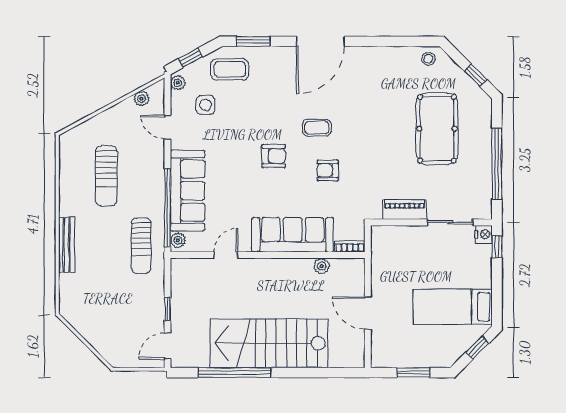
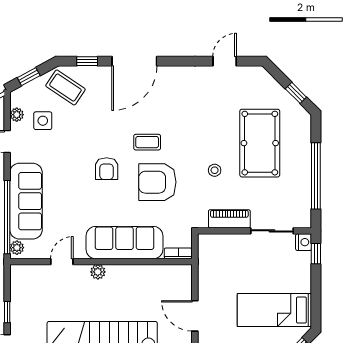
window: (253, 41) -> (87, 61), width x0.67
door: (320, 41) -> (134, 61), moved
door: (399, 41) -> (225, 61), added
stool: (428, 59) -> (215, 170), moved
coffee table: (230, 69) -> (65, 87), turned 34
plant: (178, 83) -> (17, 115), moved
armchair: (274, 156) -> (107, 169), turned 90
armchair: (328, 170) -> (157, 182), width x1.88, depth x1.88
plant: (322, 266) -> (98, 272), moved

